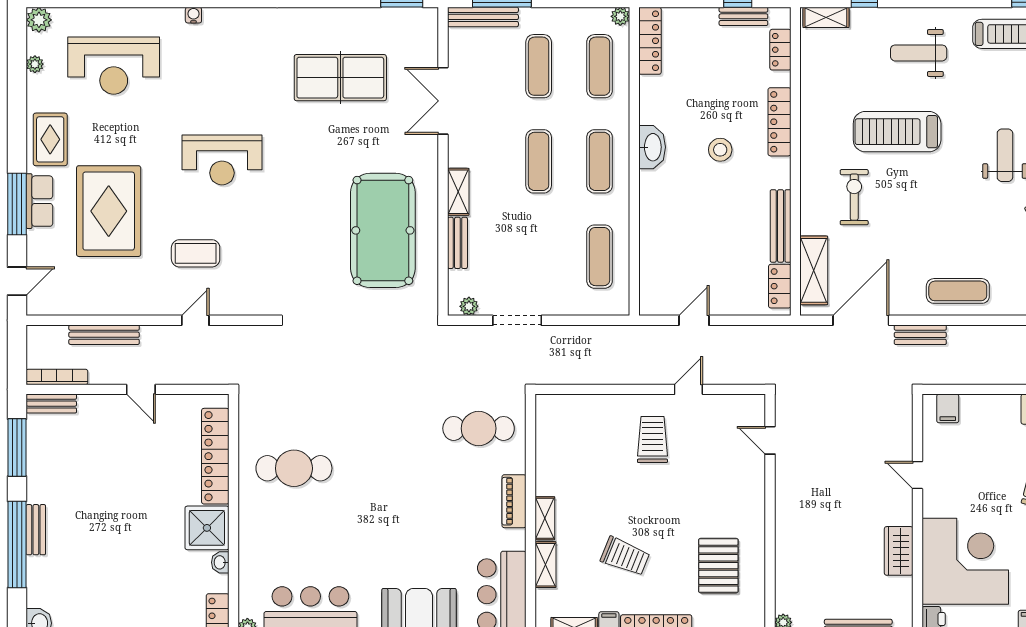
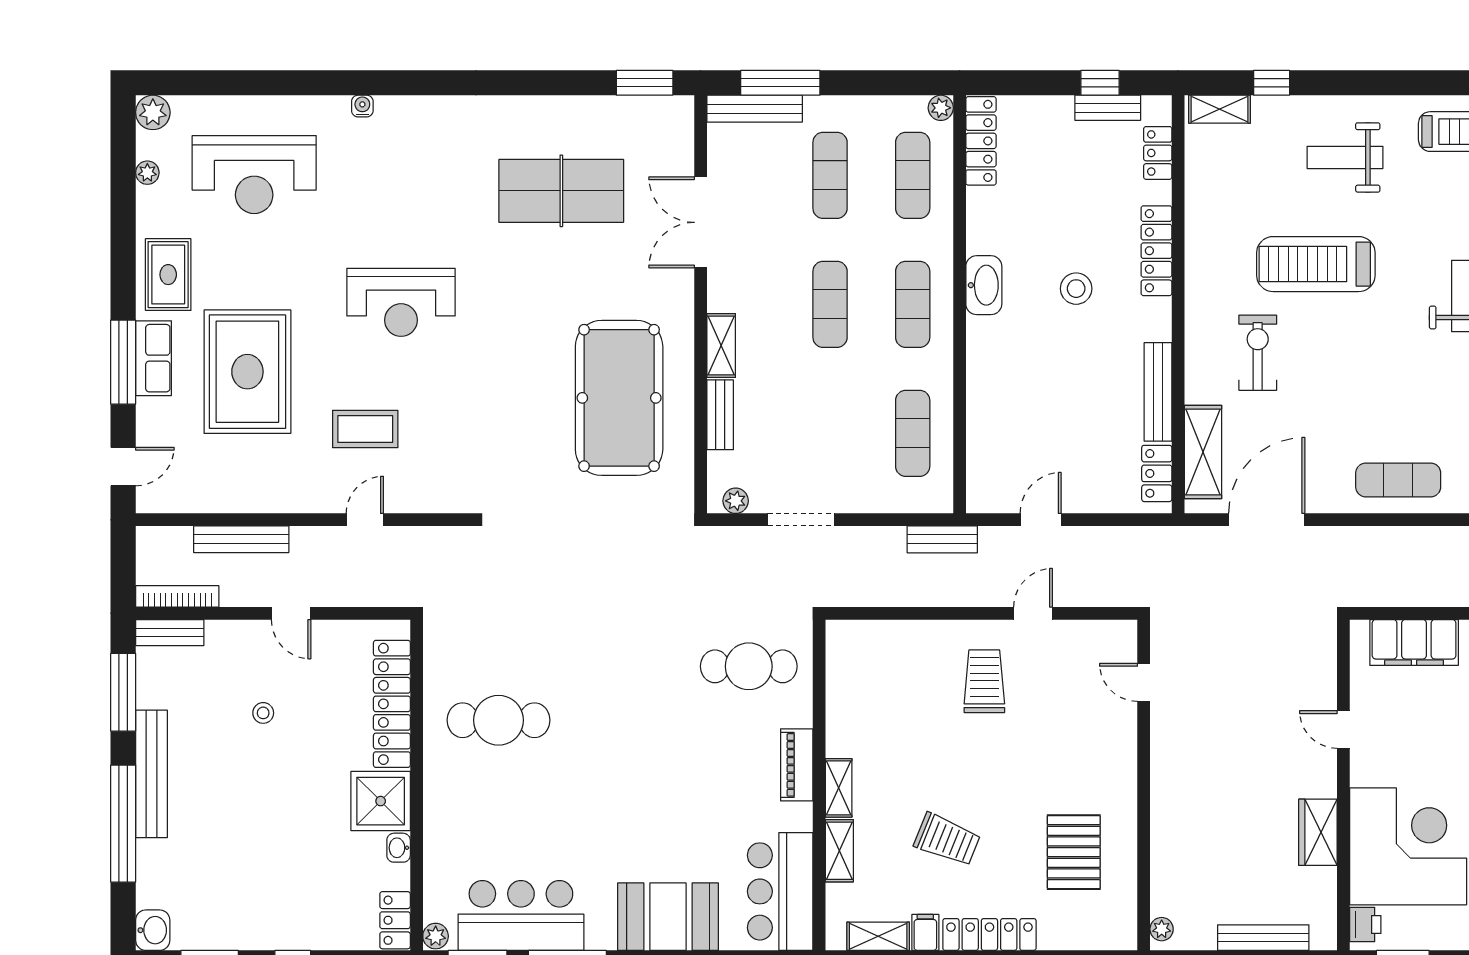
bench: (920, 335) -> (942, 539), moved
filing cabinet: (948, 408) -> (1414, 642), width x3.00, depth x1.17
stool: (120, 463) -> (263, 713), added
bench: (36, 530) -> (151, 774), width x1.86, depth x1.21

